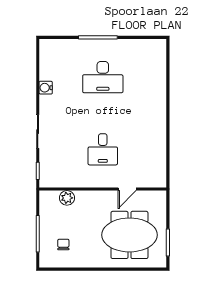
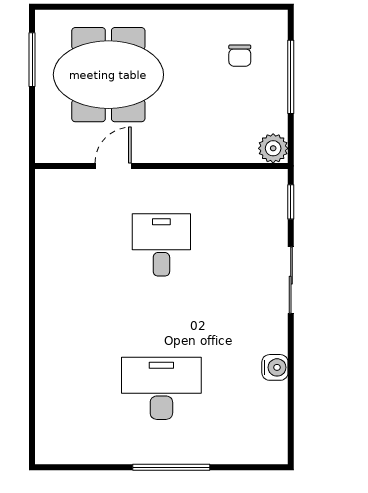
plant: (67, 198) -> (273, 148), moved

